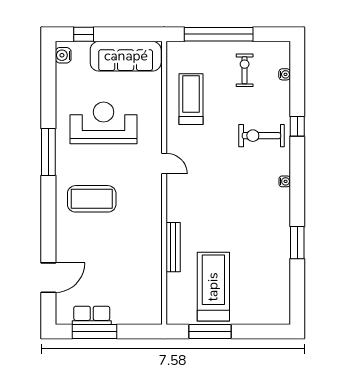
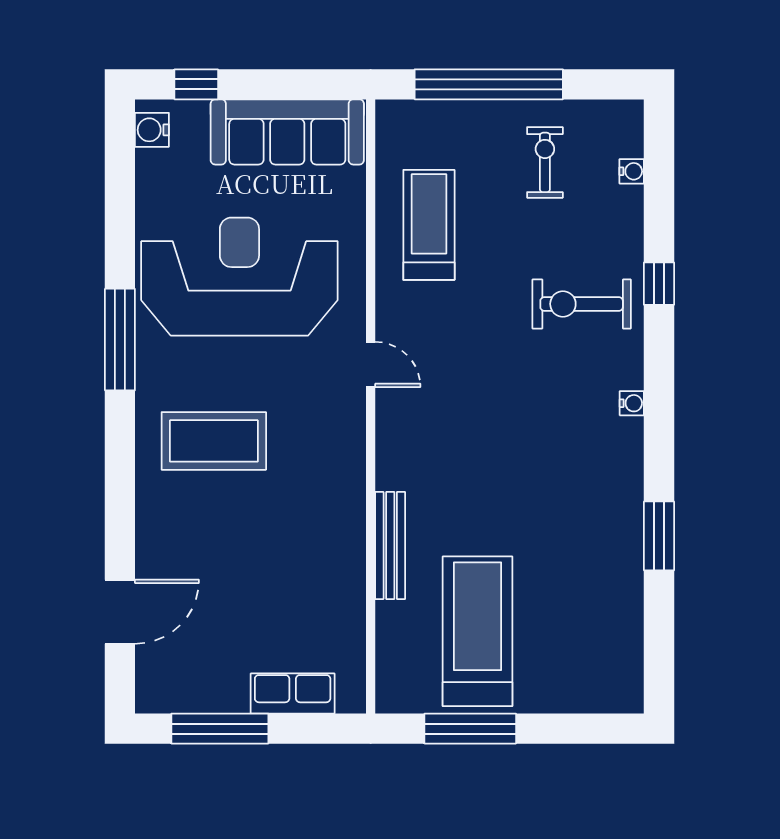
reception desk: (104, 123) -> (239, 277), width x1.36, depth x1.30
row of seats: (92, 315) -> (293, 693), moved

